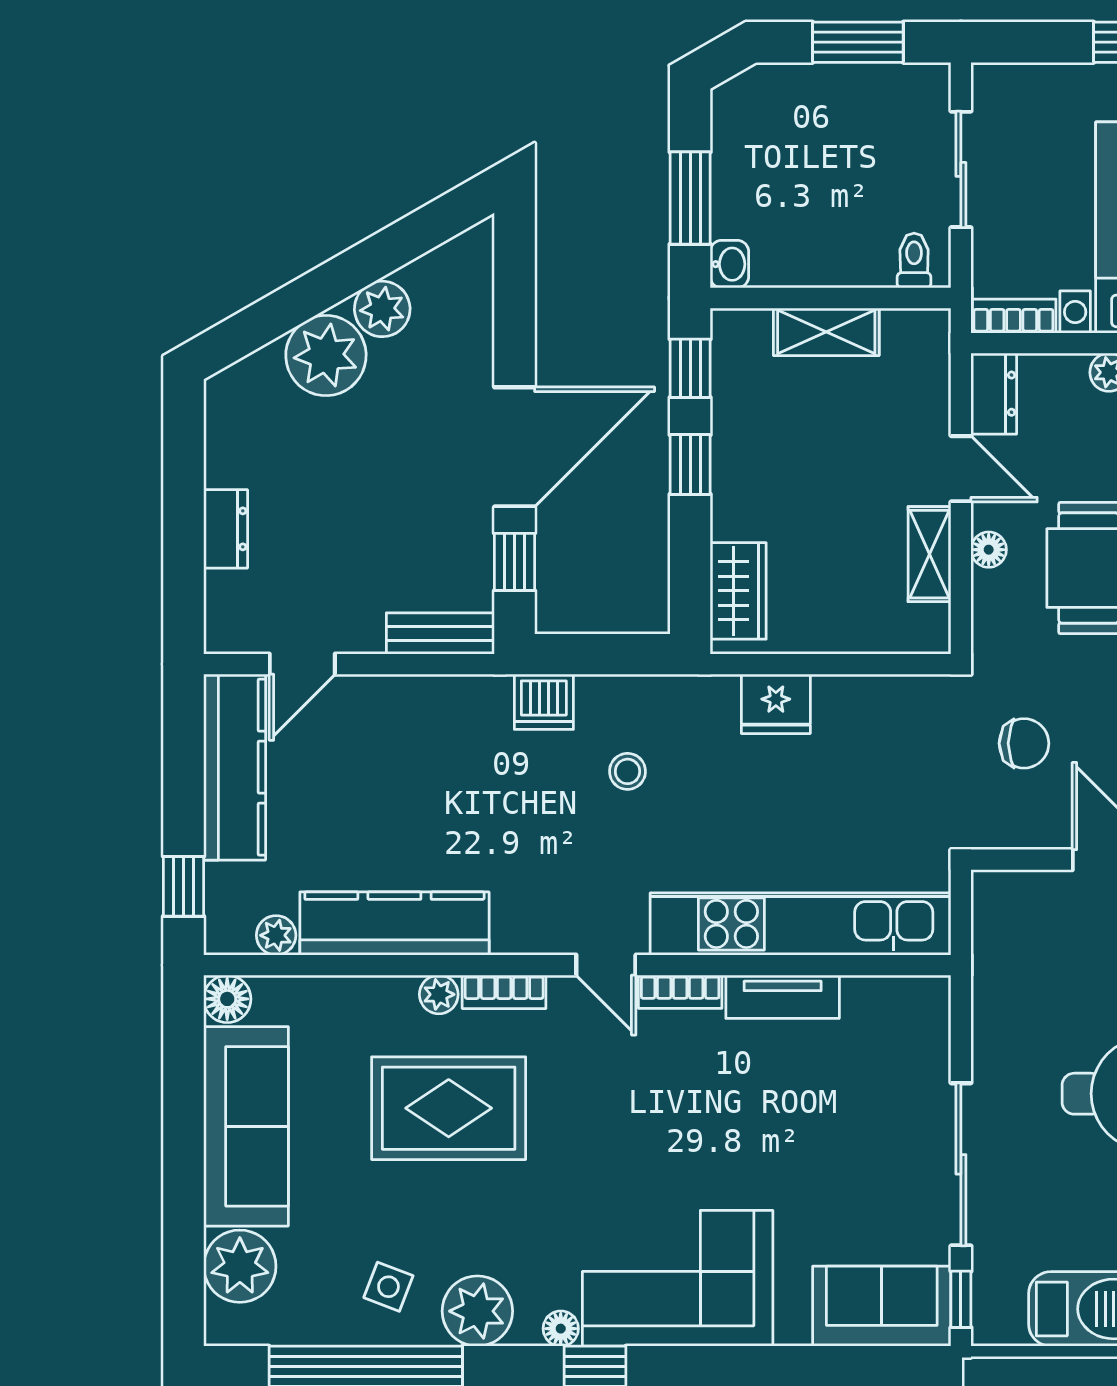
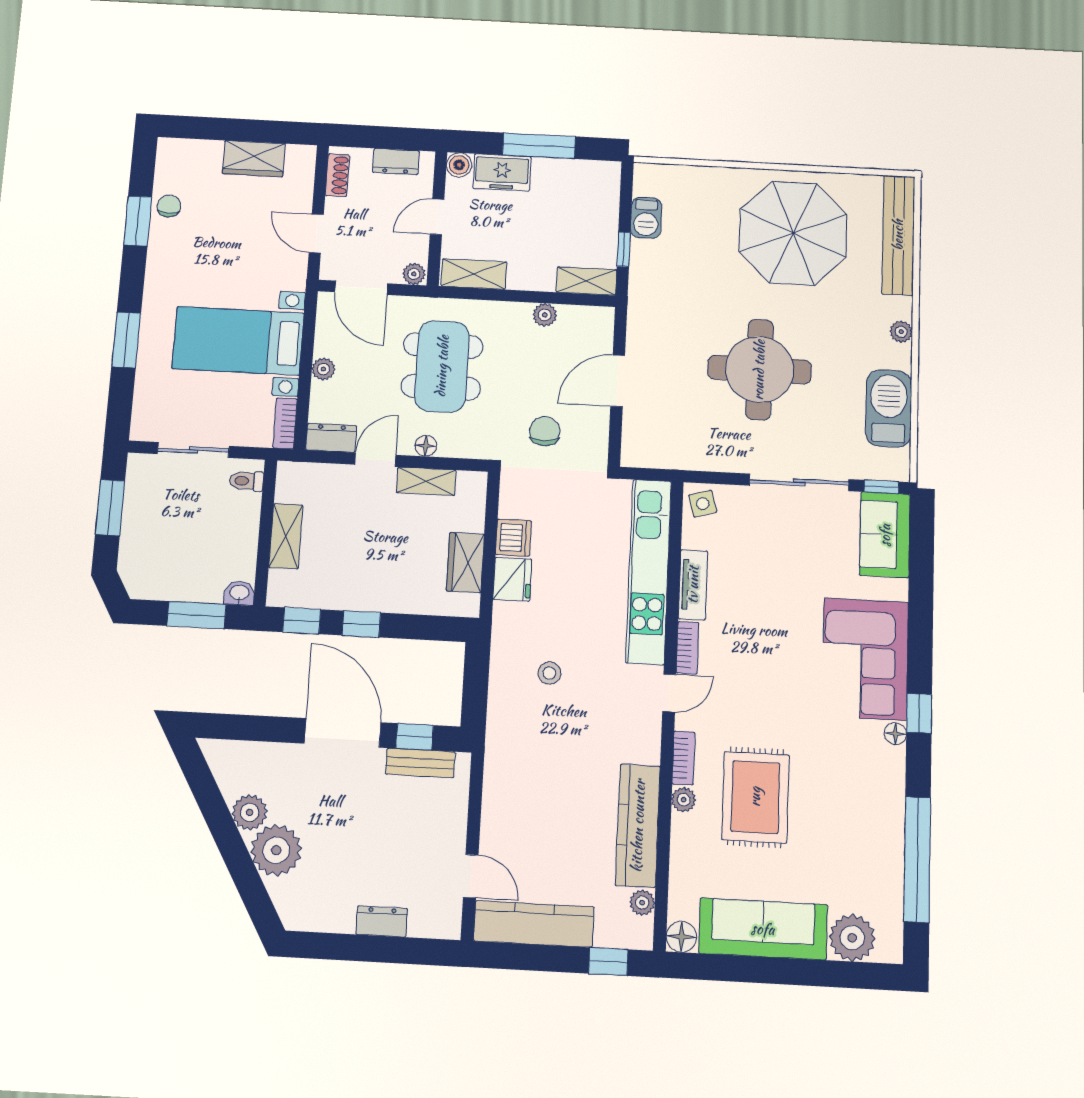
wardrobe: (738, 591) -> (465, 562), moved, turned -90
bench: (440, 633) -> (420, 763), moved, turned 90
dishwasher: (544, 702) -> (513, 538), moved
side table: (388, 1287) -> (703, 504), moved, turned -37
plant: (477, 1311) -> (883, 786), removed

